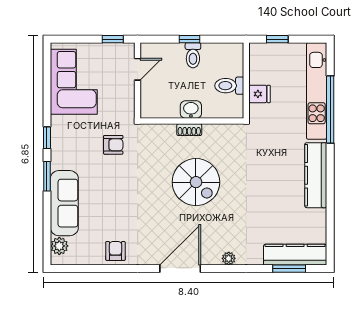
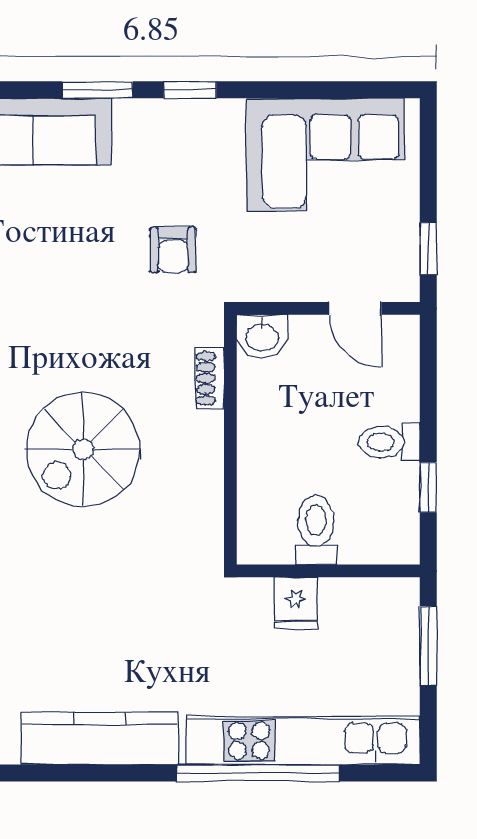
window: (190, 39) -> (428, 487), moved
window: (277, 39) -> (428, 646), width x1.50
washbasin: (191, 110) -> (262, 336), moved, turned 90
shoe rack: (189, 130) -> (209, 378), moved

